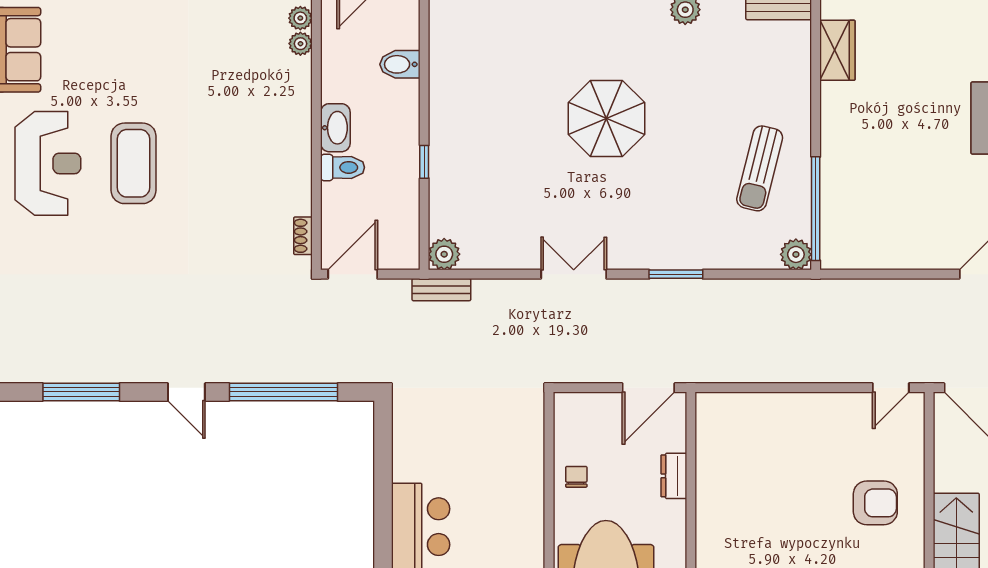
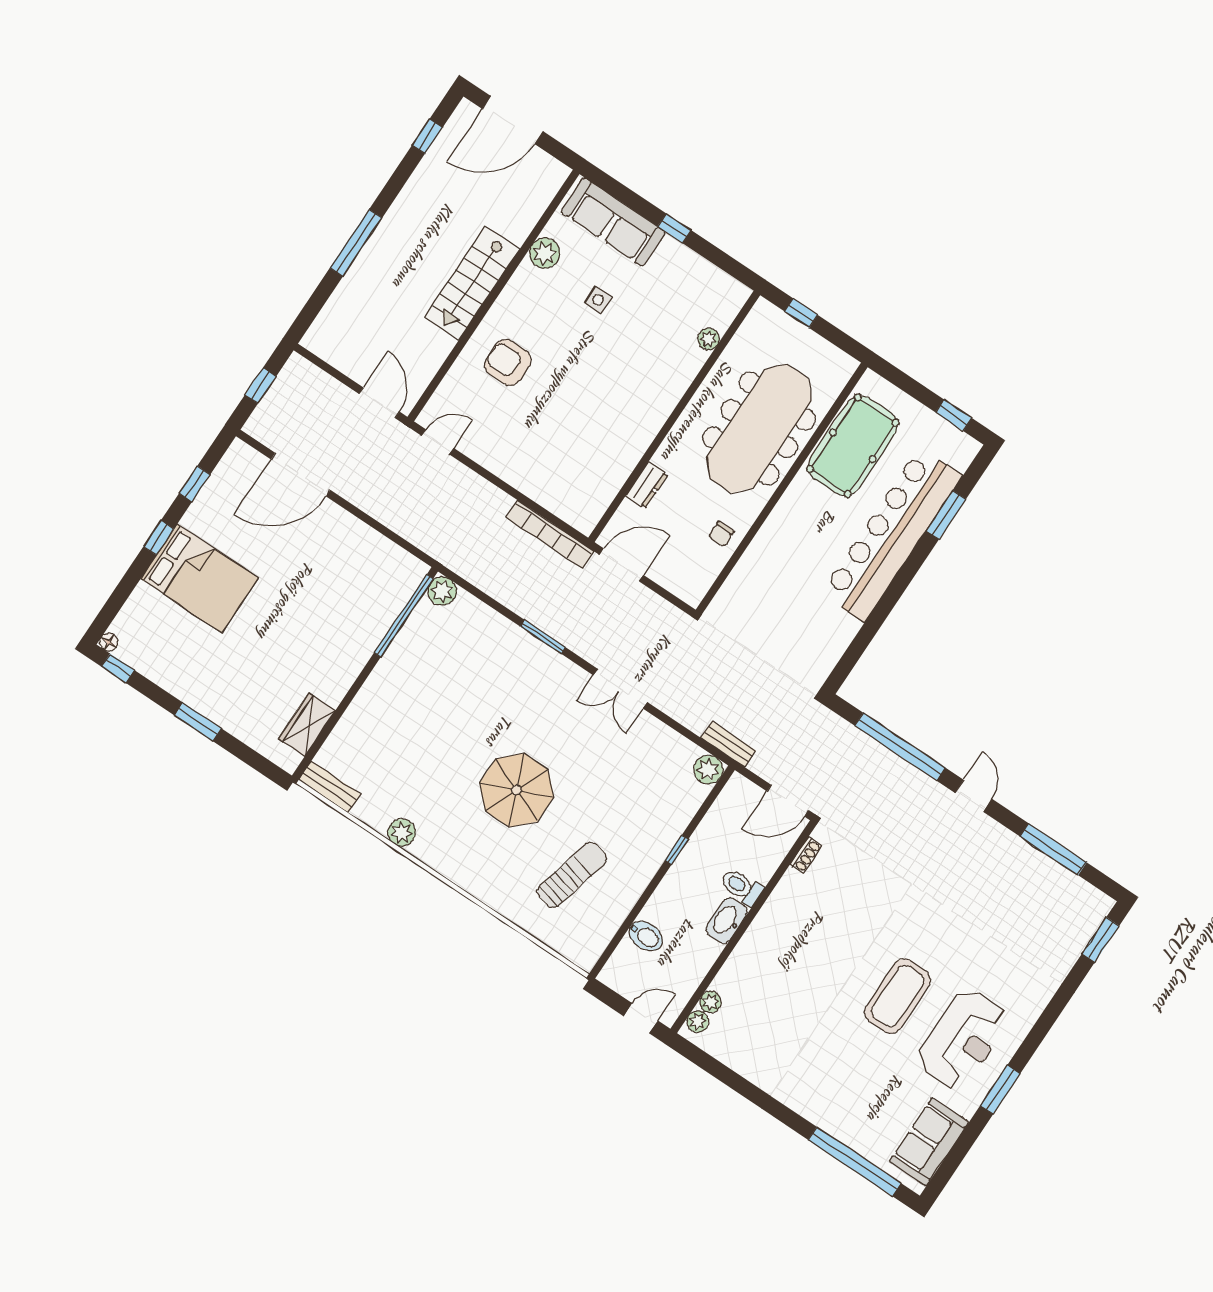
reception desk: (48, 163) -> (963, 1039), turned 180
sun lounger: (760, 168) -> (572, 875), moved
bookcase: (732, 372) -> (550, 534), added

